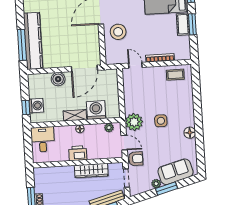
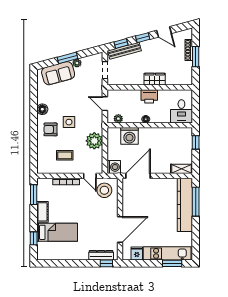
window: (192, 24) -> (34, 195), moved
stool: (118, 32) -> (104, 190), moved
coffee table: (175, 75) -> (65, 155), moved
boiler: (58, 79) -> (163, 167), removed
washing machine: (36, 106) -> (114, 167), moved, turned 180
shelving: (75, 115) -> (181, 169), moved
plant: (134, 122) -> (94, 141), moved
armchair: (136, 159) -> (51, 129), moved
wardrobe: (91, 171) -> (155, 79), moved, width x0.67

